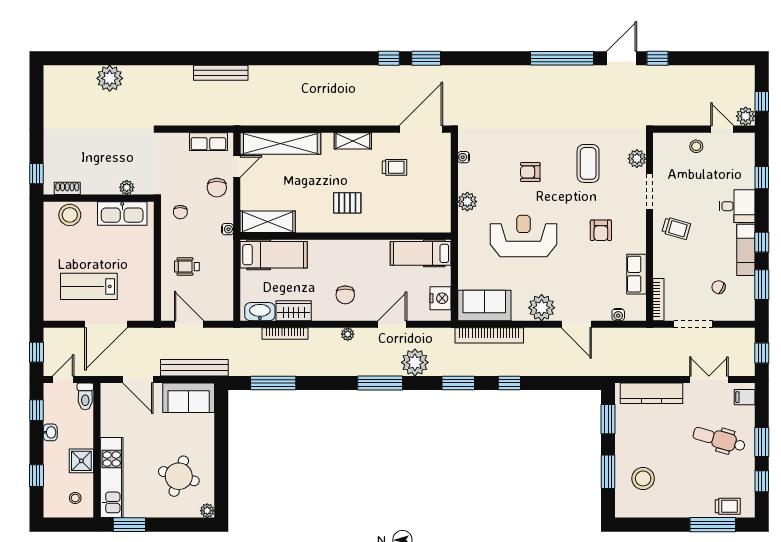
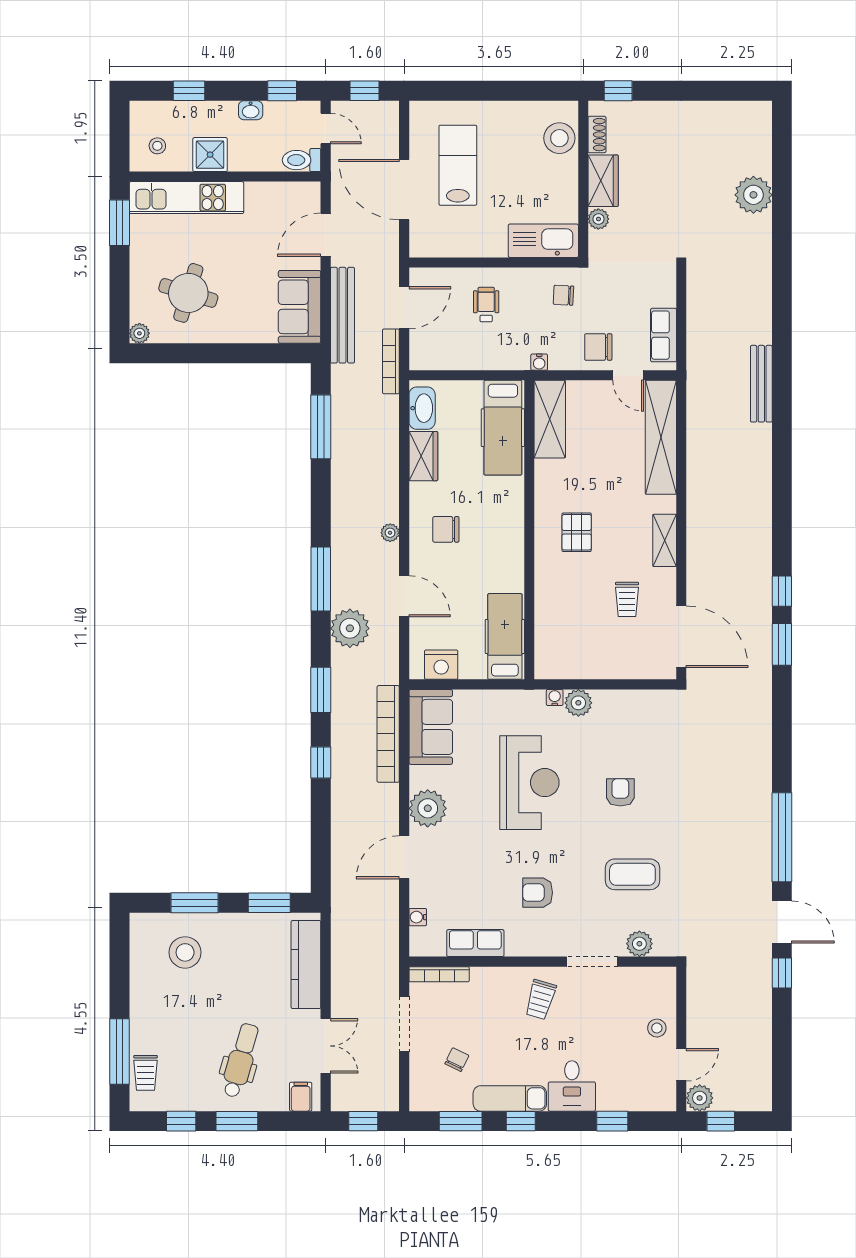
bench: (221, 73) -> (761, 384), moved
water cooler: (464, 157) -> (555, 697), moved
wardrobe: (100, 184) -> (603, 181), added
kitchen sink: (122, 213) -> (543, 241), moved, turned 90
bookcase: (285, 334) -> (391, 361), moved

